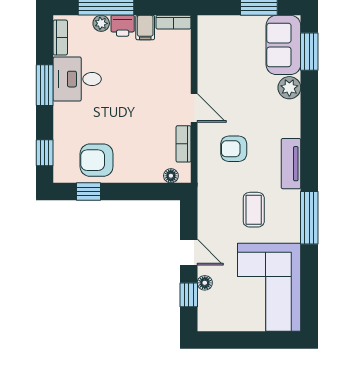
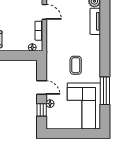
armchair: (234, 149) -> (65, 33), removed
tv unit: (291, 164) -> (95, 21), moved
window: (309, 218) -> (105, 91), moved

